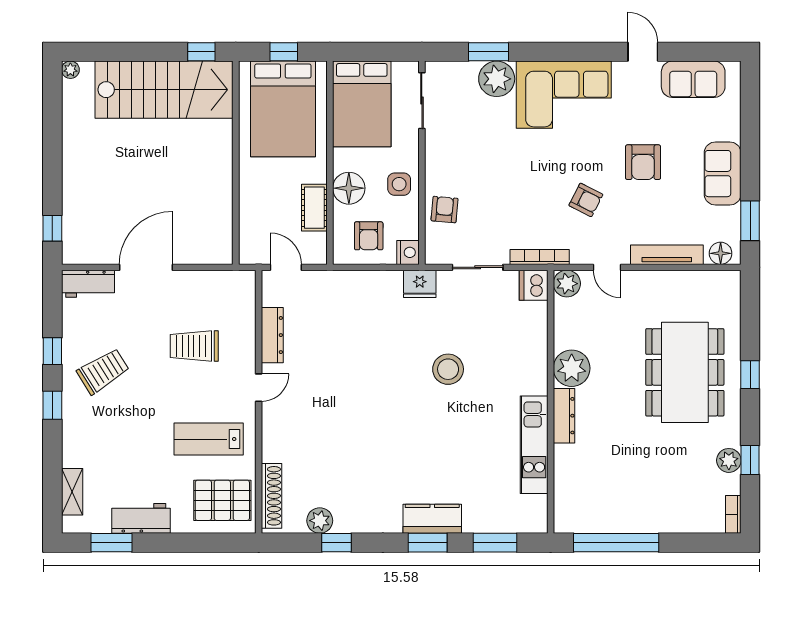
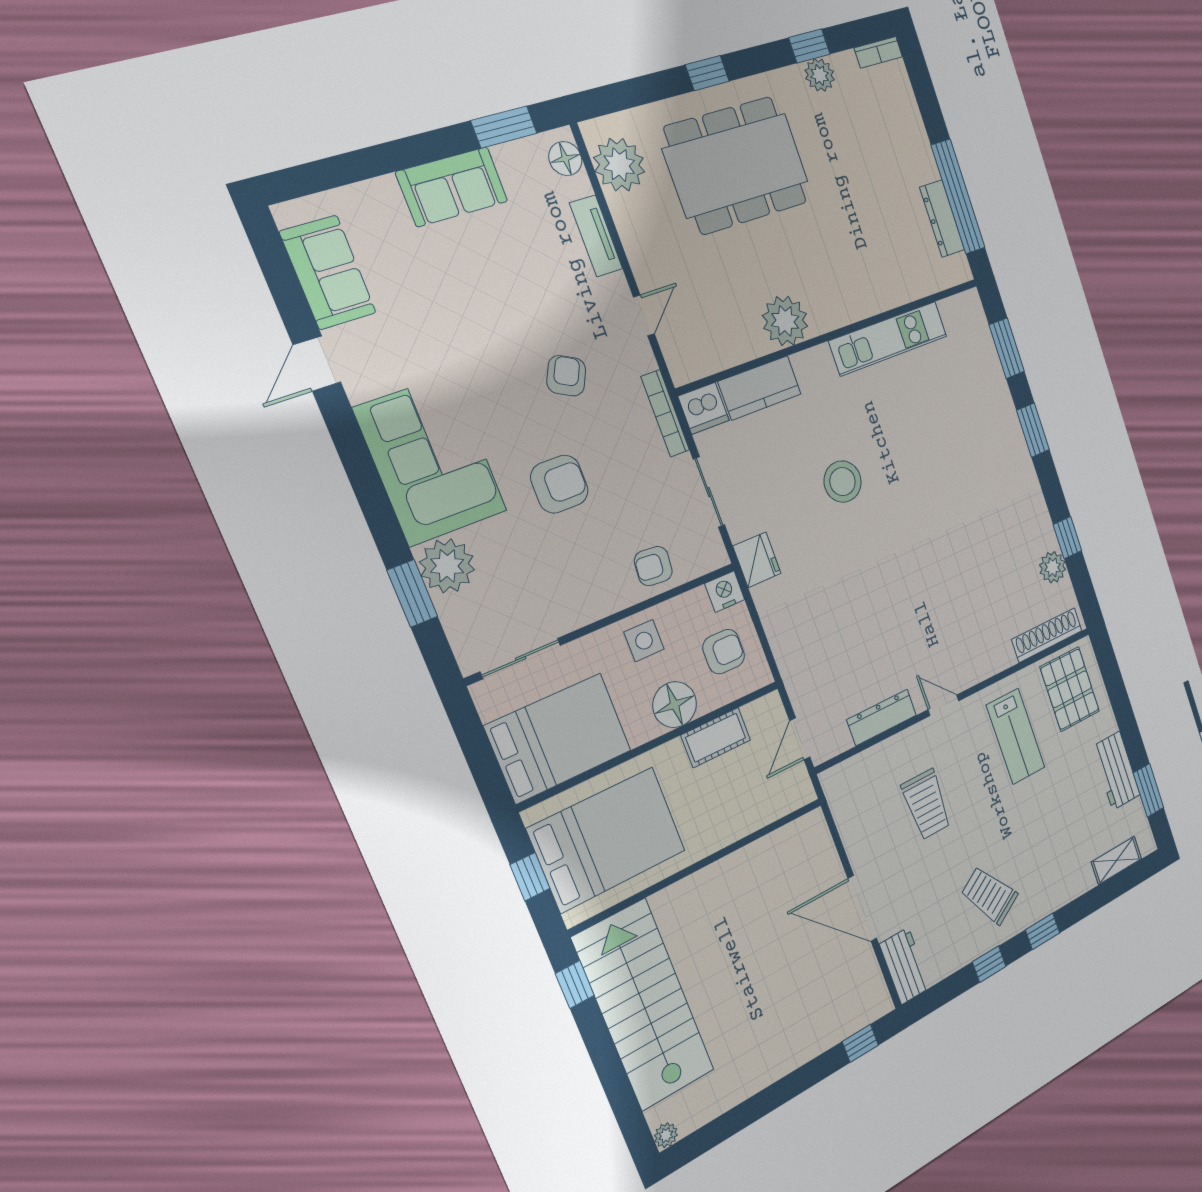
armchair: (643, 162) -> (559, 484), moved
tv unit: (667, 255) -> (596, 236), width x0.71
plant: (567, 284) -> (619, 165), moved, width x1.36, depth x1.36
dresser: (564, 416) -> (942, 219), moved, turned -90
kitchen counter: (432, 519) -> (760, 388), moved, turned -90

